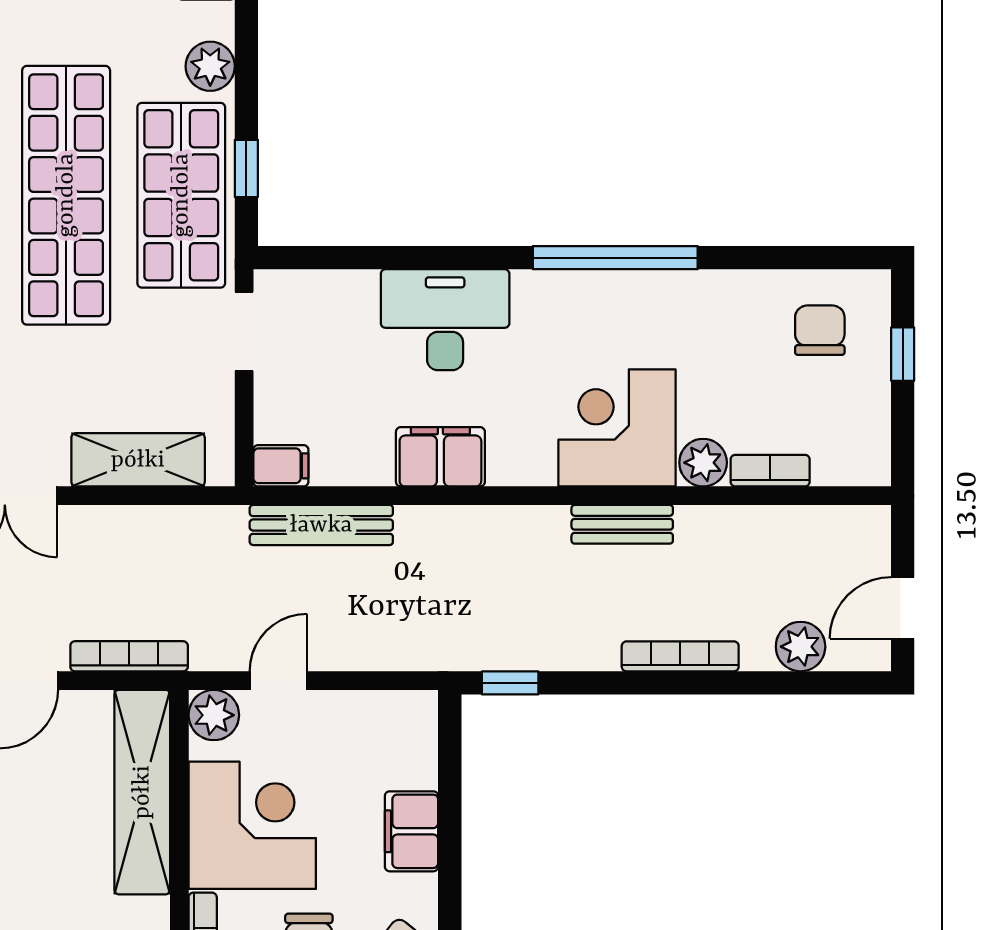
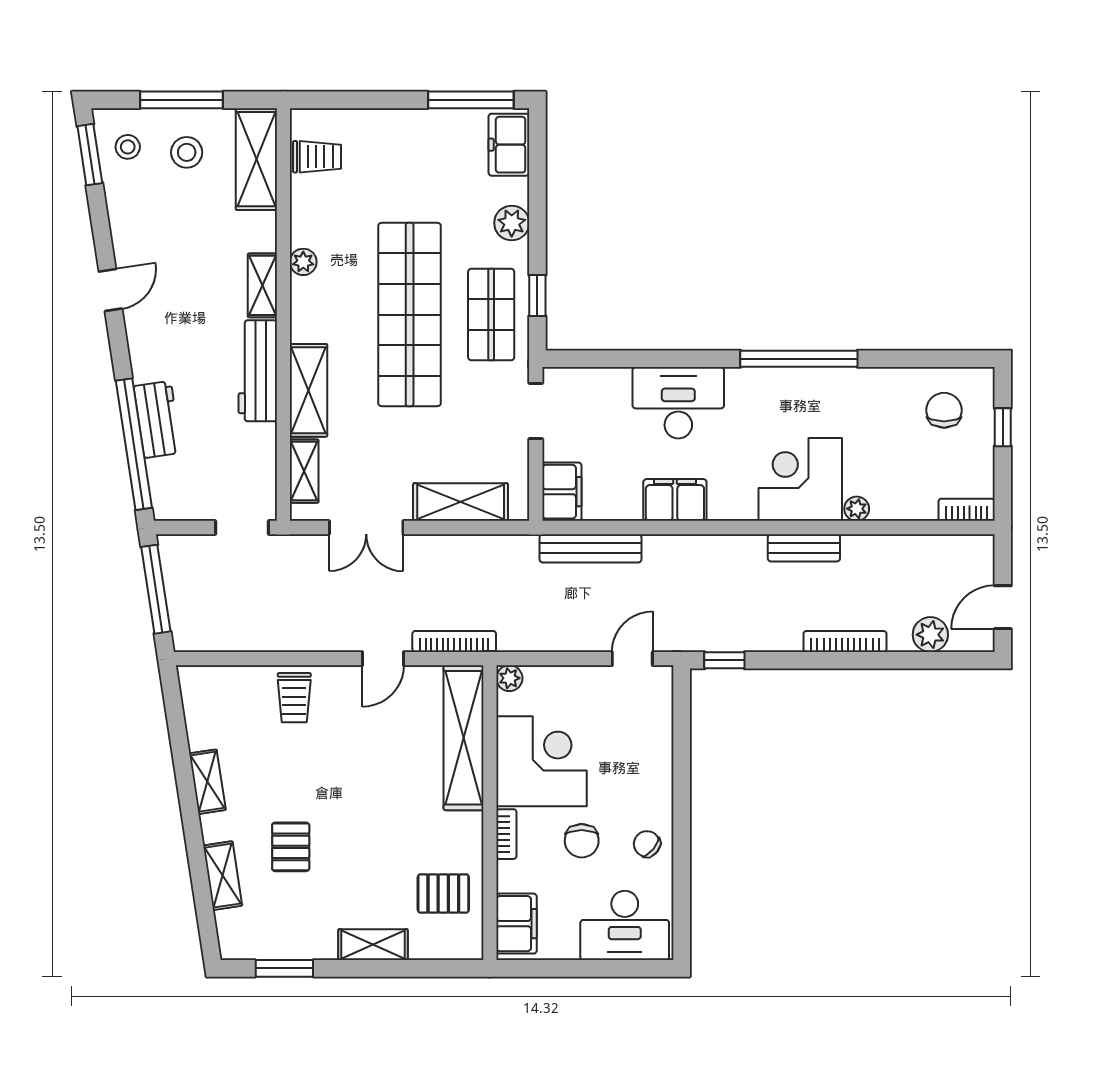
shop shelf: (181, 195) -> (491, 315), width x0.70, depth x0.74
plant: (703, 463) -> (857, 509), width x0.73, depth x0.73
filing cabinet: (281, 466) -> (562, 492), width x2.00
bookcase: (770, 471) -> (967, 510), moved
door: (278, 681) -> (632, 659), moved
plant: (214, 715) -> (509, 678), width x0.73, depth x0.73
filing cabinet: (412, 831) -> (654, 766), removed

